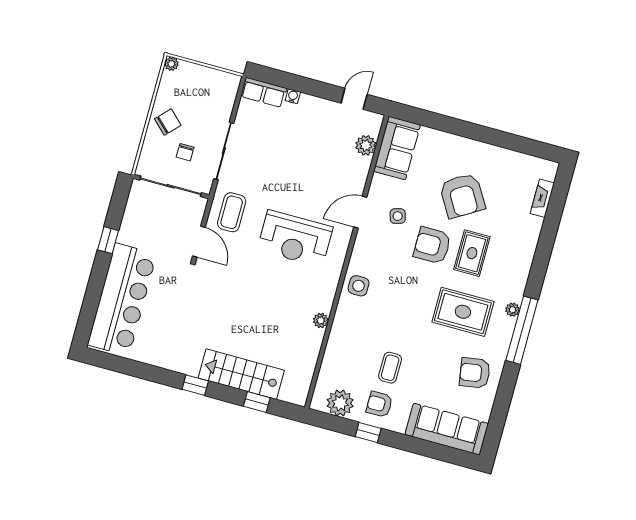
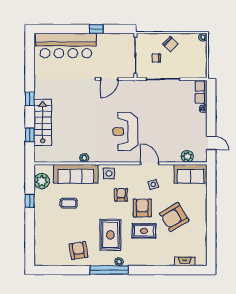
coffee table: (232, 212) -> (130, 93), removed
armchair: (379, 404) -> (121, 195), moved
sofa: (447, 429) -> (76, 174), moved, turned 90

